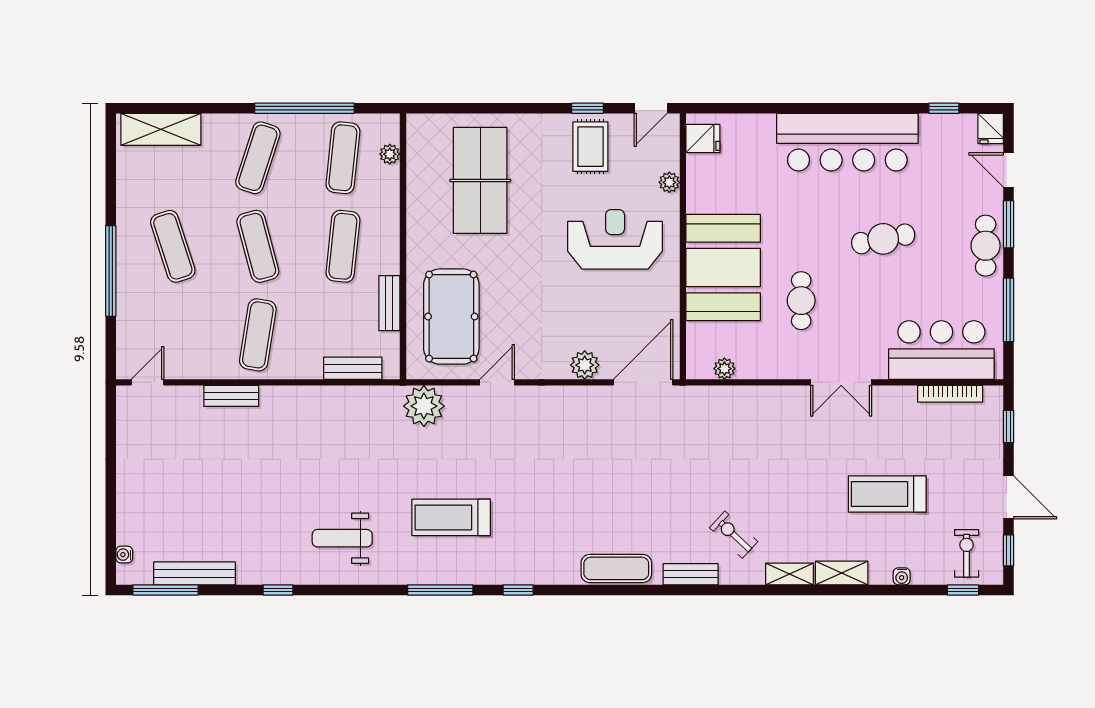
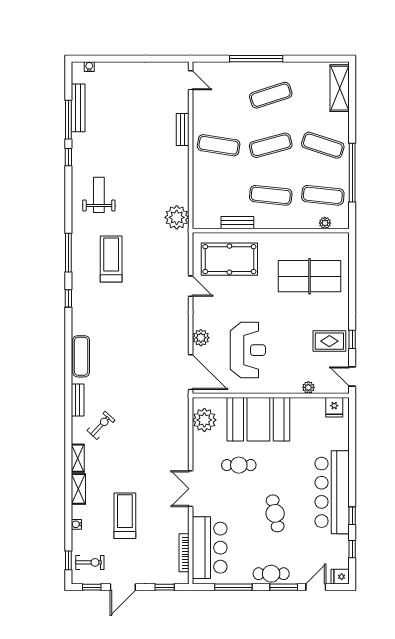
window: (887, 108) -> (352, 516), added
reception desk: (615, 239) -> (248, 350), moved
bench: (353, 368) -> (199, 201), removed
plant: (724, 369) -> (204, 420), width x1.88, depth x1.88
plant: (424, 406) -> (177, 217), moved
window: (165, 590) -> (68, 120), moved

